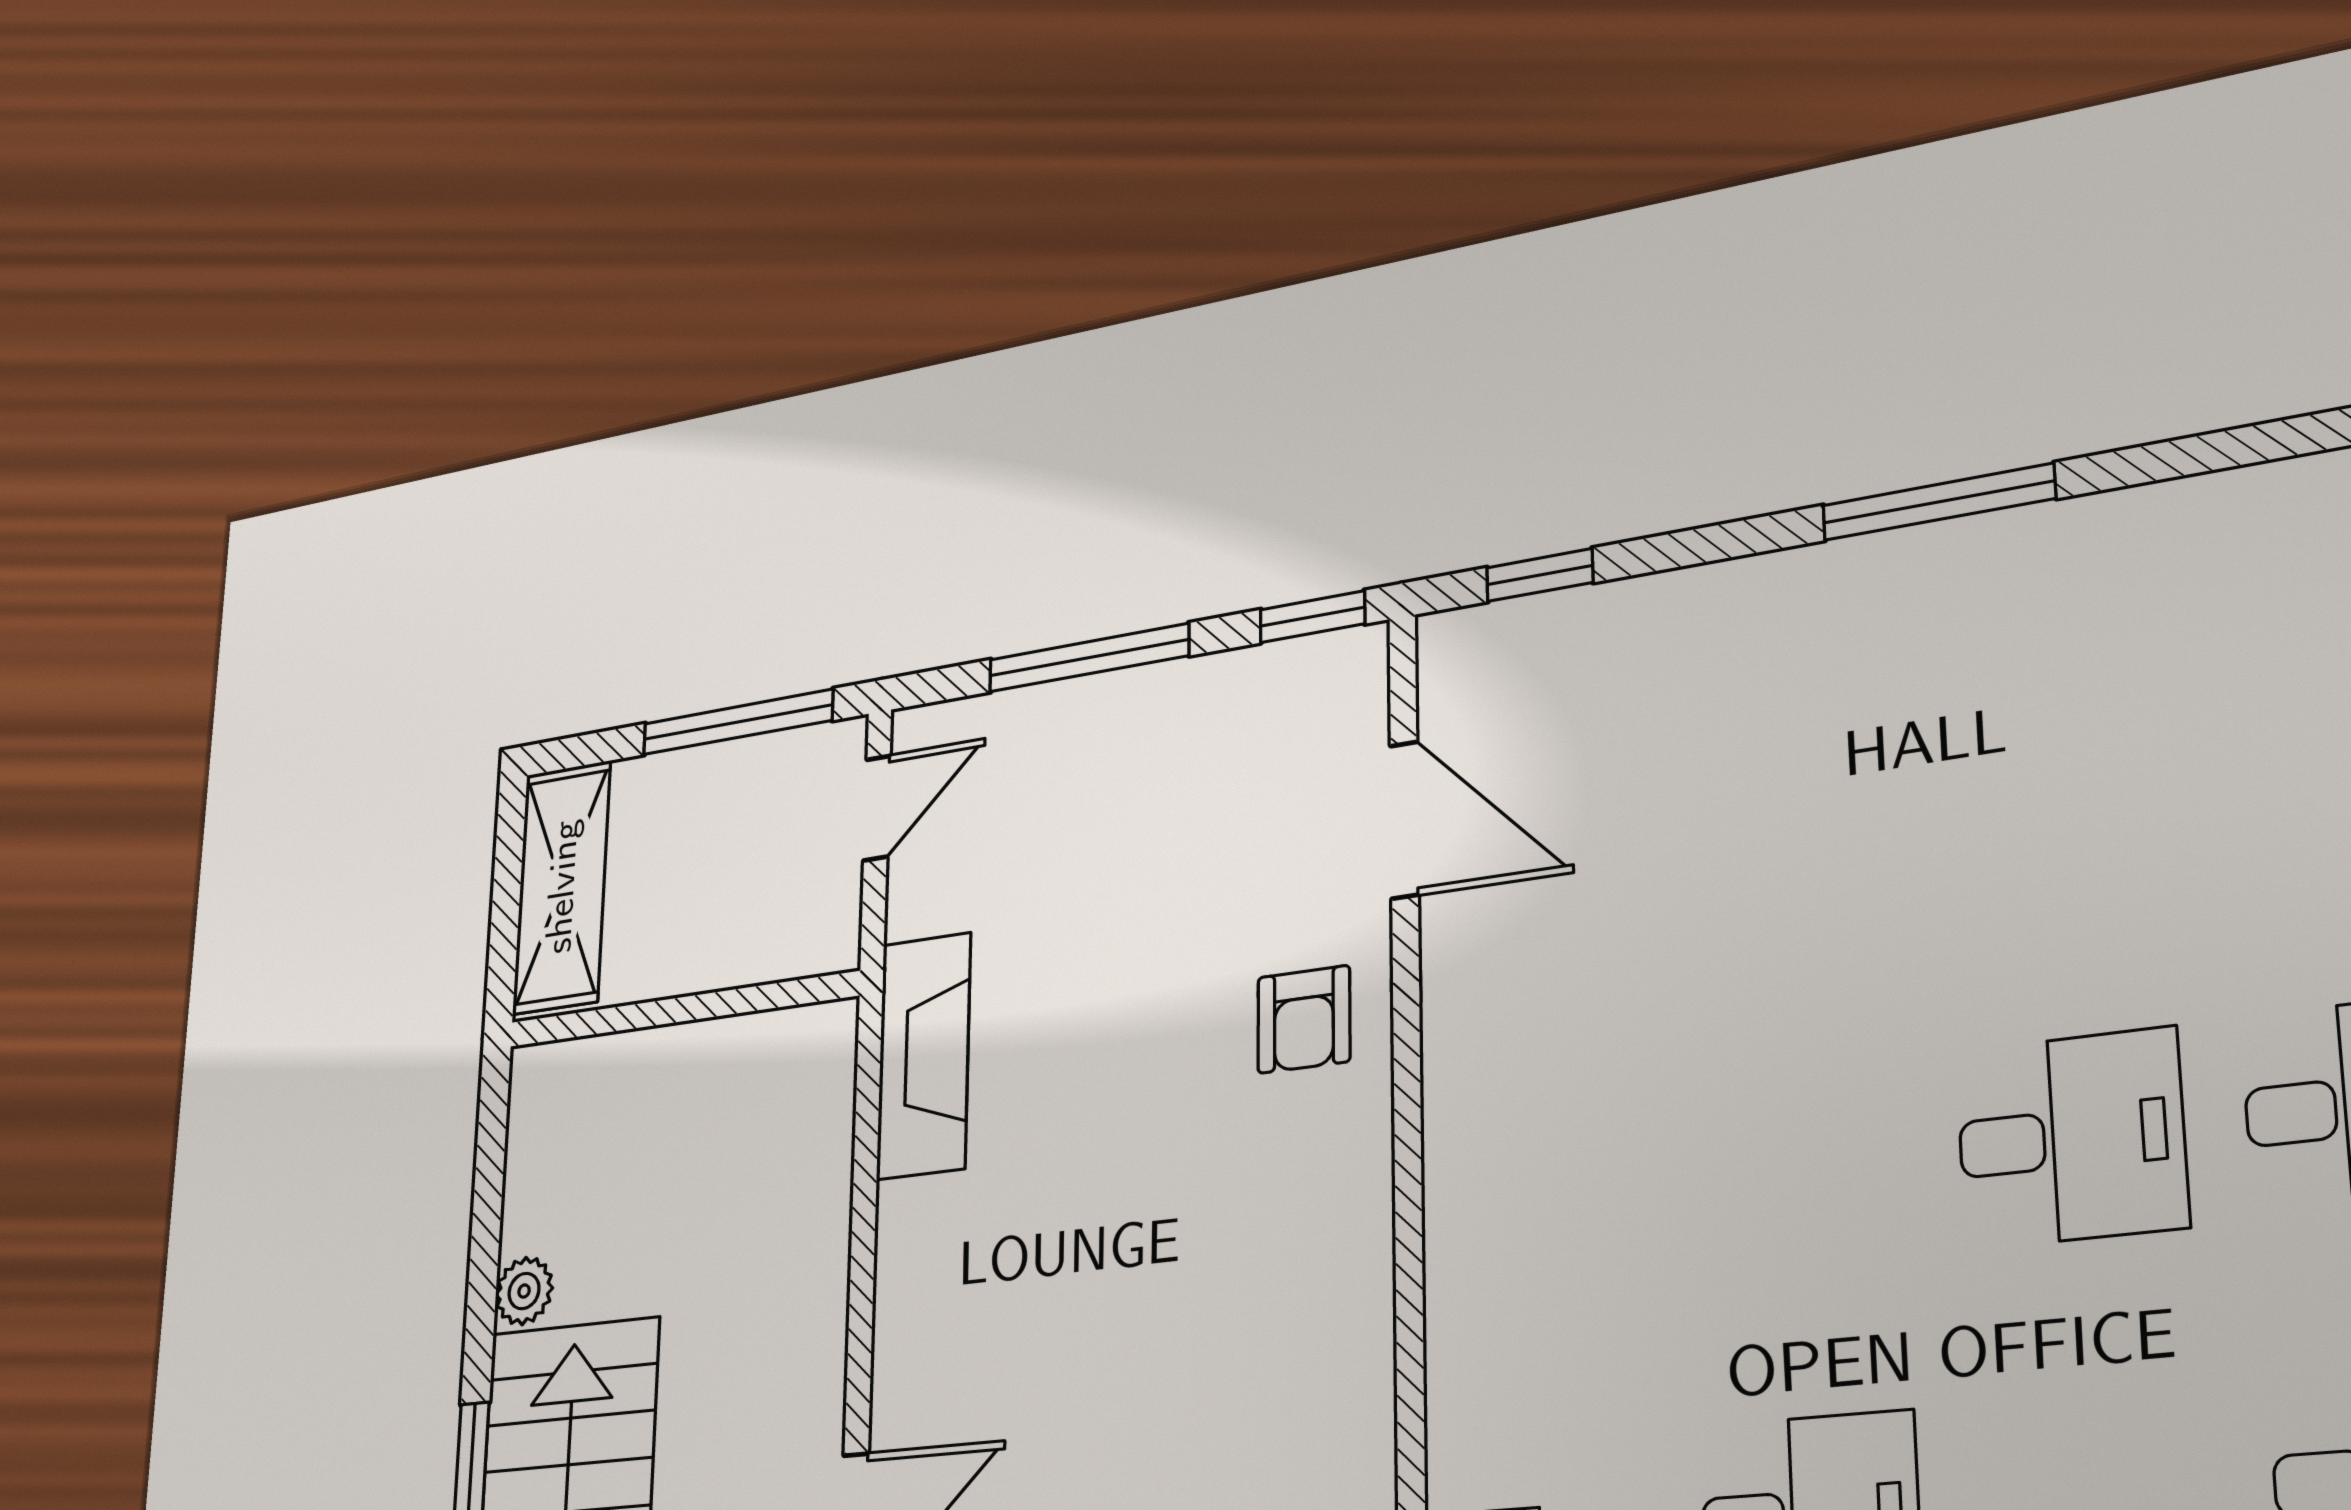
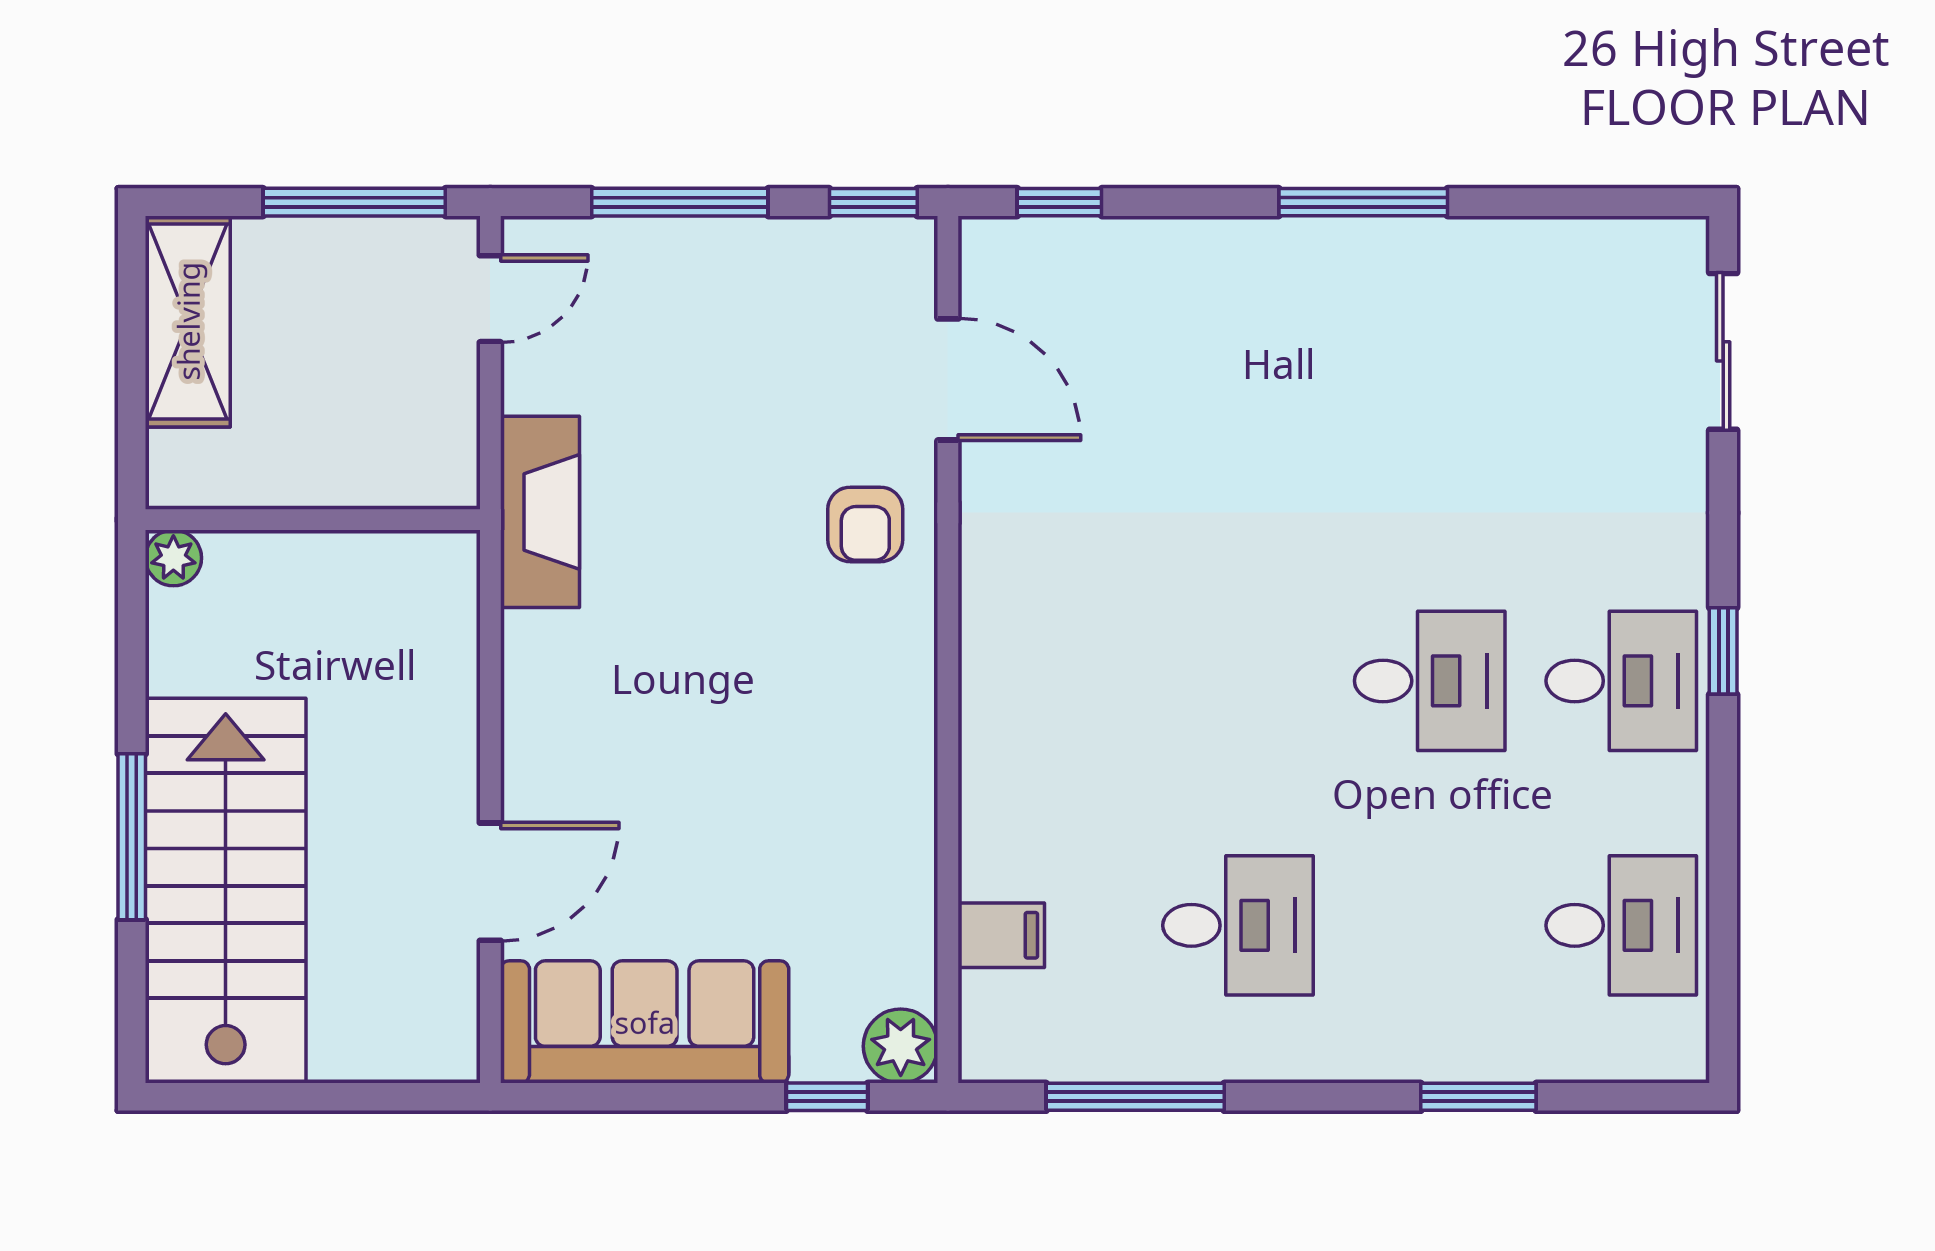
wall: (682, 1009) -> (313, 520), moved
plant: (524, 1291) -> (173, 558), moved

